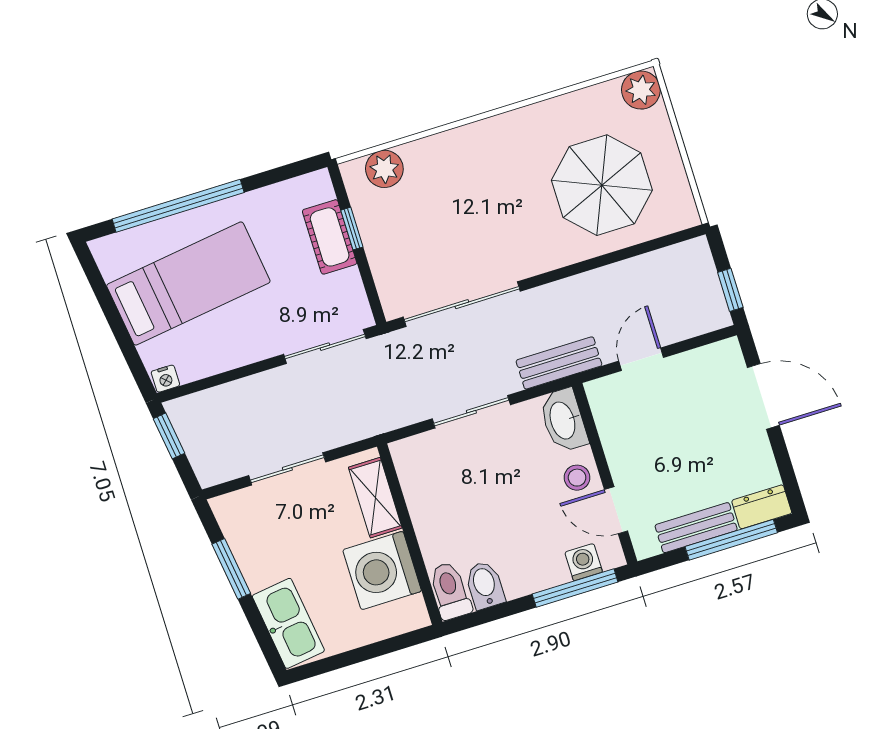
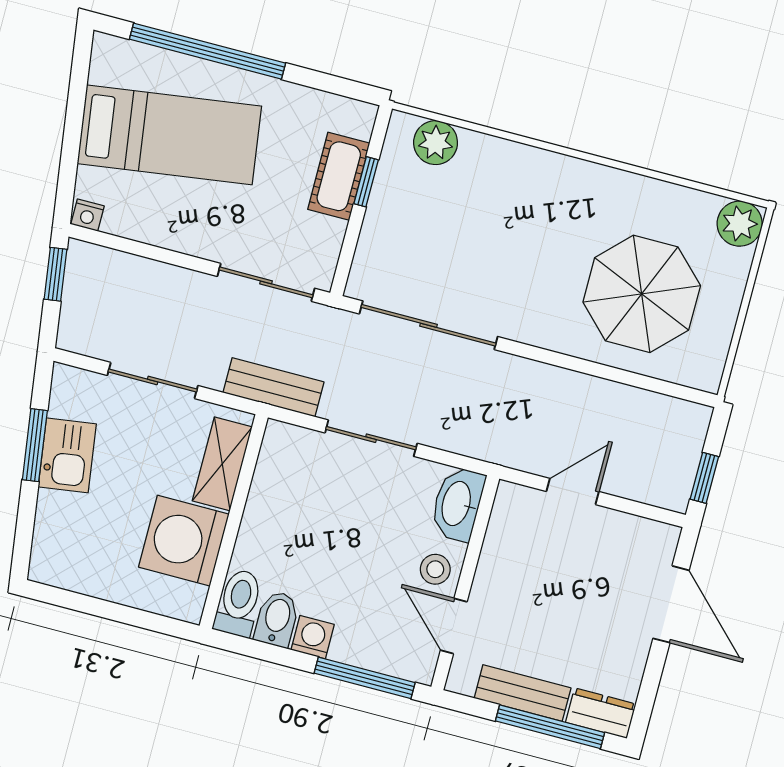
bench: (559, 363) -> (274, 387), moved
washing machine: (584, 562) -> (313, 637), moved
kitchen sink: (288, 623) -> (67, 455), moved, width x0.73

